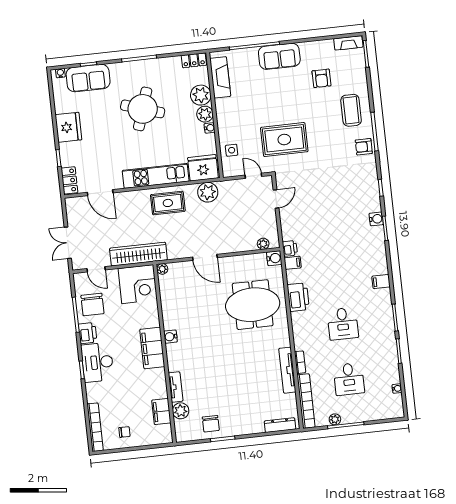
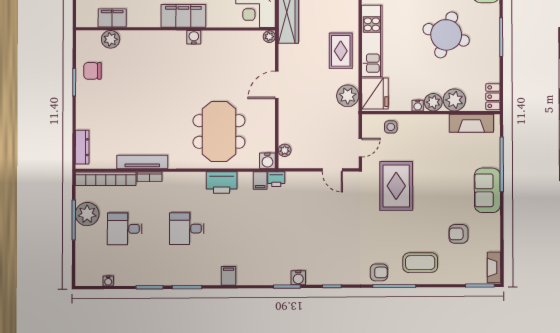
armchair: (364, 147) -> (379, 272), turned 90
tv unit: (176, 387) -> (138, 37), removed
plant: (335, 419) -> (87, 214), width x1.88, depth x1.88

